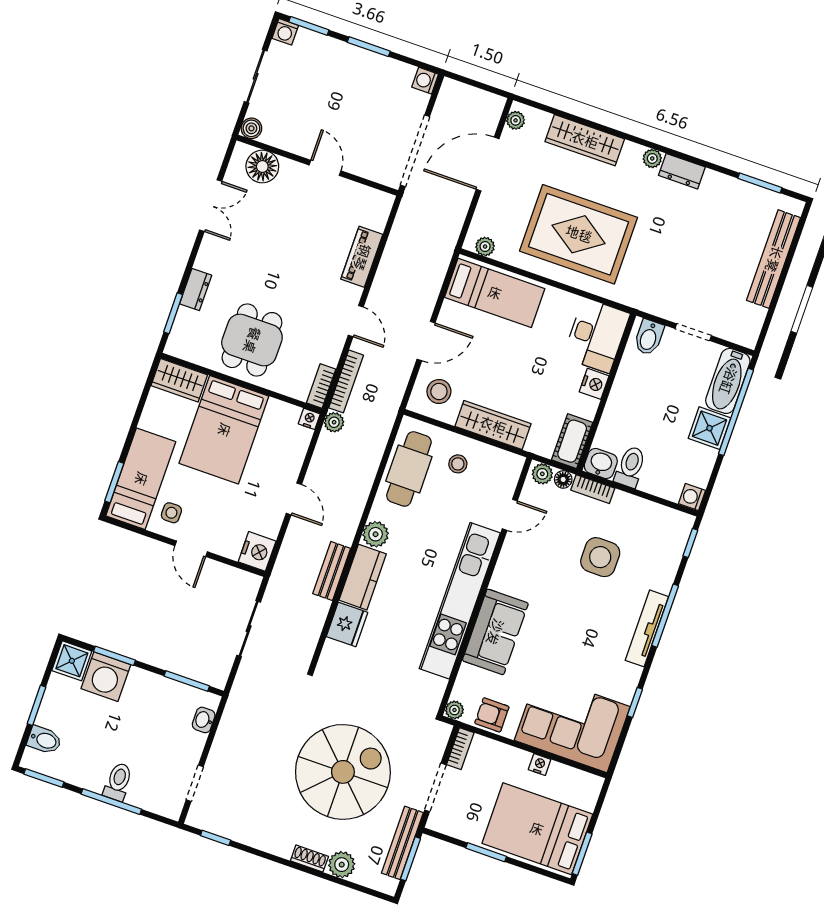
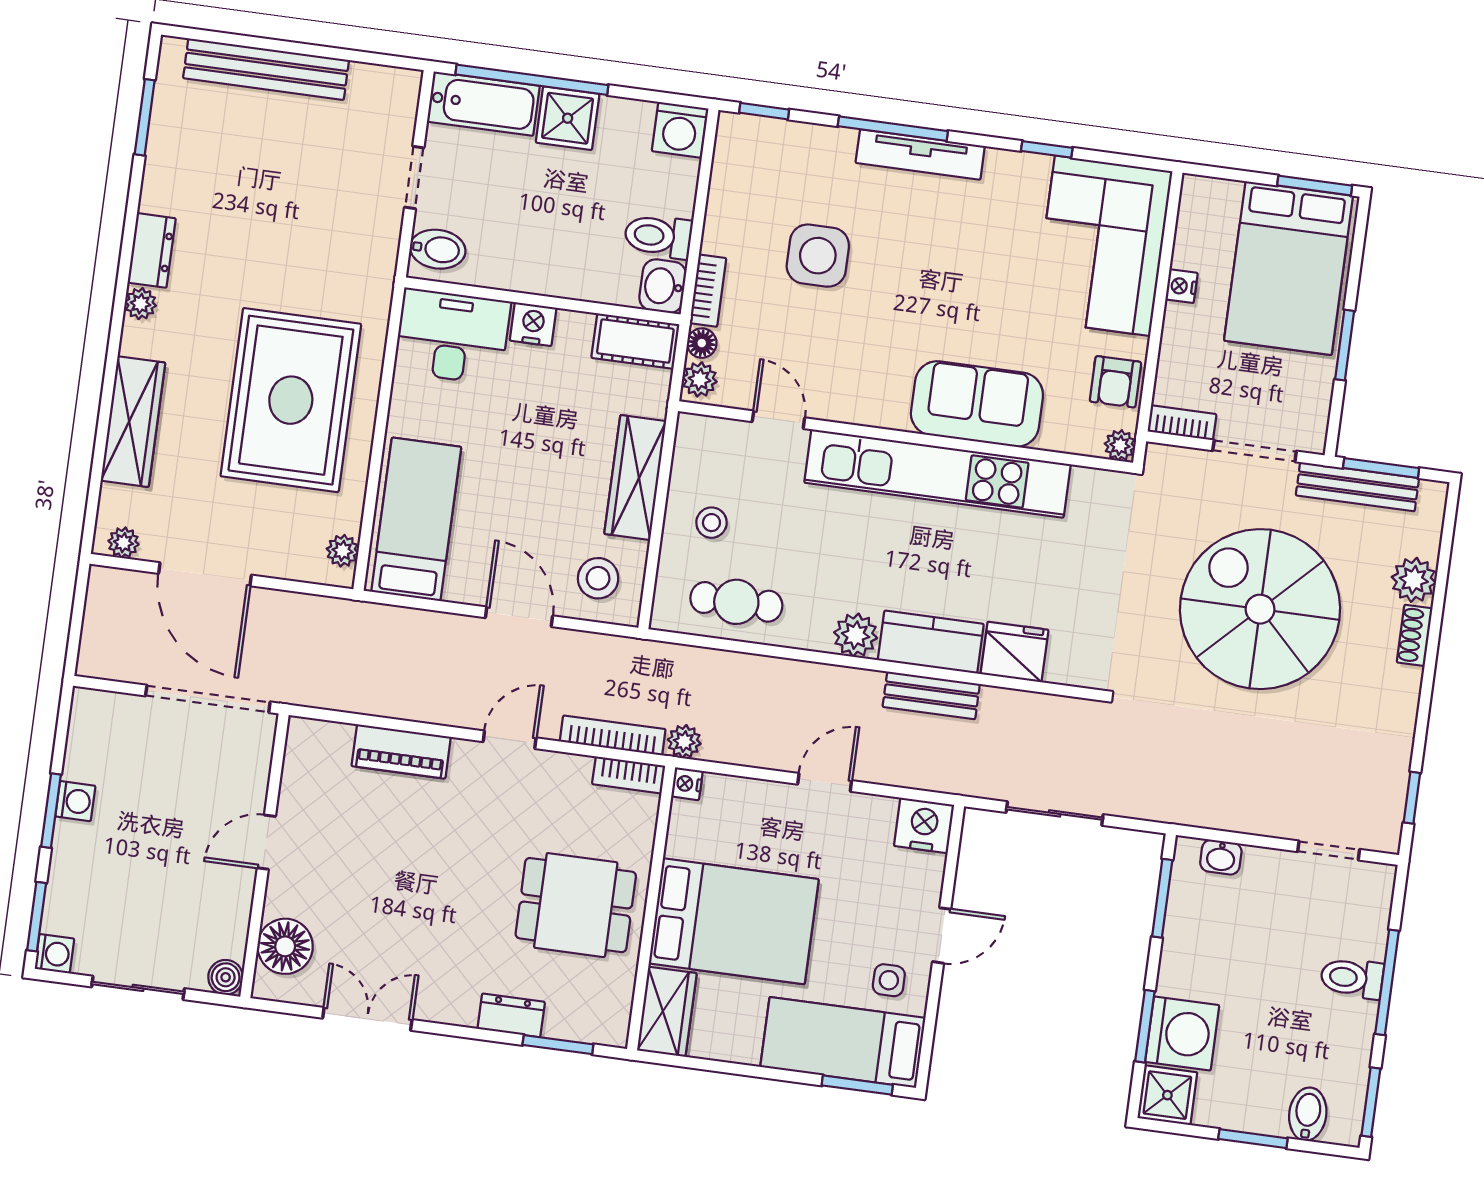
washing machine: (425, 81) -> (75, 801), moved, turned -90
cafe table: (409, 469) -> (736, 602), width x0.73, depth x0.74
washing machine: (692, 497) -> (680, 130), width x1.38, depth x1.38

